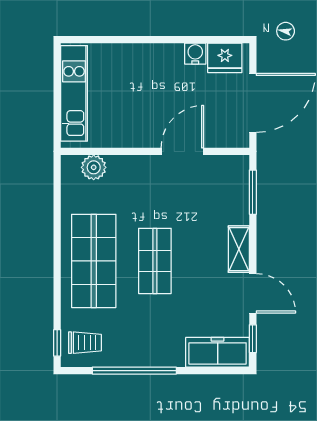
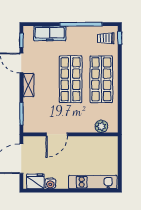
kitchen unit: (74, 93) -> (93, 182), moved, turned 90
shop shelf: (155, 261) -> (71, 79), width x1.43, depth x1.36
freezer: (218, 352) -> (50, 33), moved

